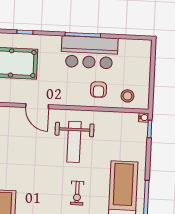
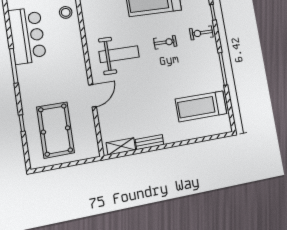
bar counter: (89, 52) -> (27, 36), moved
armchair: (99, 90) -> (65, 41), removed

